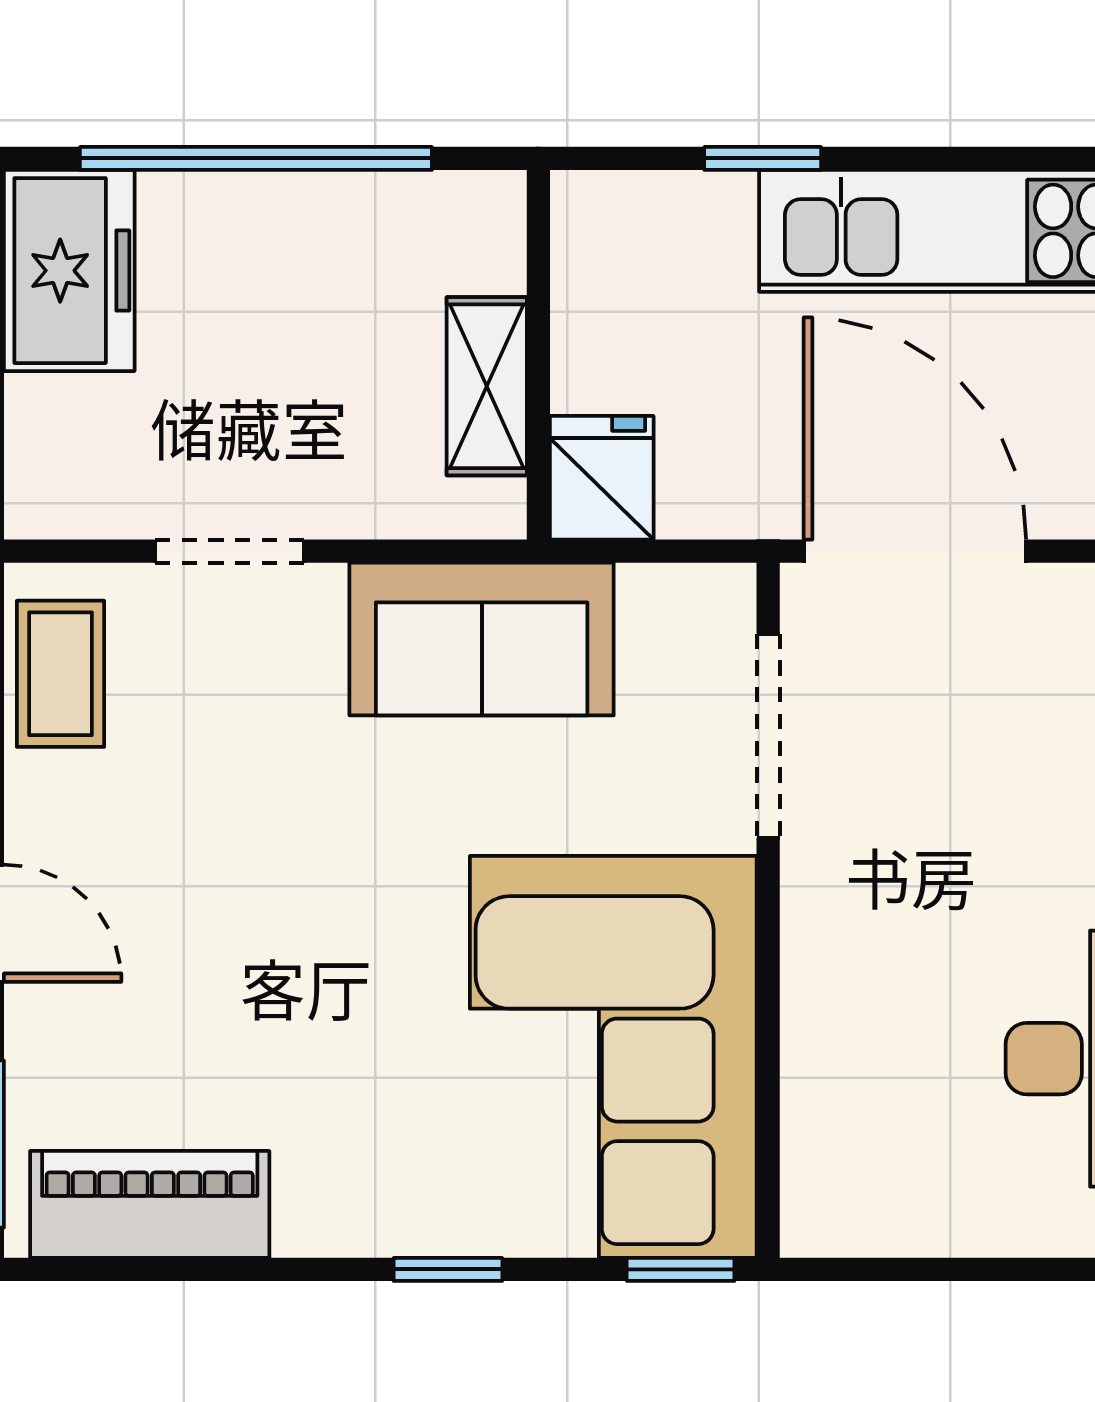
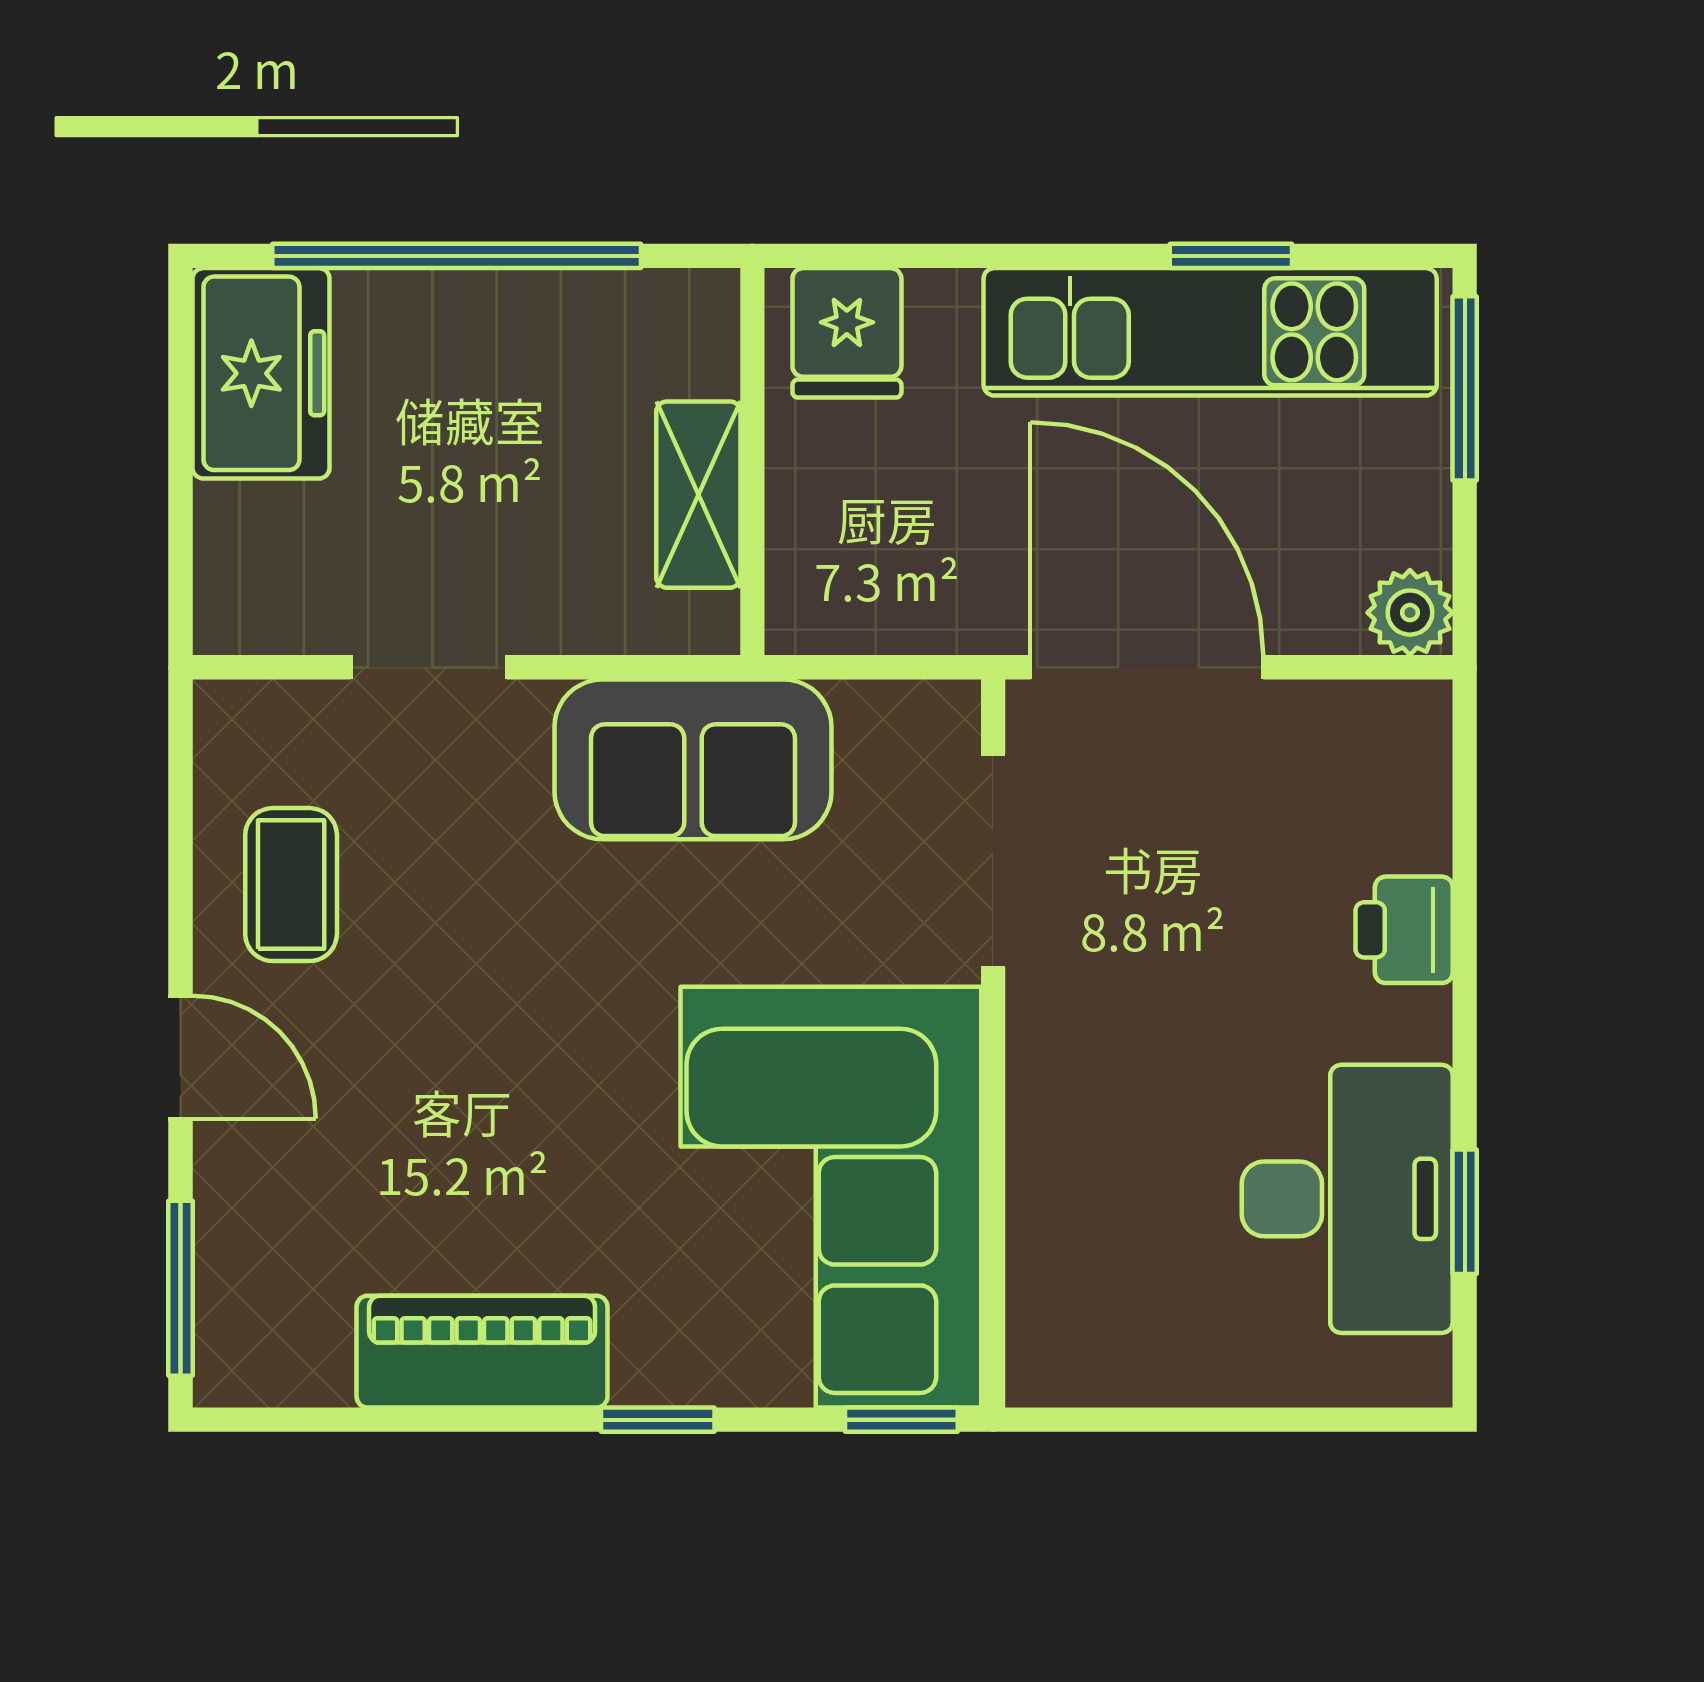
window: (763, 158) -> (1231, 256), moved
fridge: (602, 478) -> (847, 333), moved, turned 180
coffee table: (60, 674) -> (291, 885), moved
piano: (150, 1204) -> (482, 1352), moved

